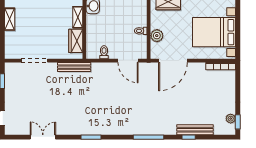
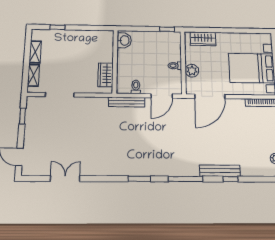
shelving: (78, 17) -> (33, 75), moved
door: (128, 61) -> (162, 96), hinge flipped
bench: (74, 67) -> (127, 102), moved
bench: (195, 130) -> (220, 171), moved
window: (91, 137) -> (139, 179), moved

